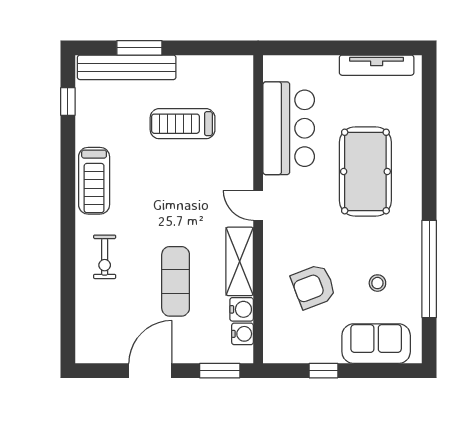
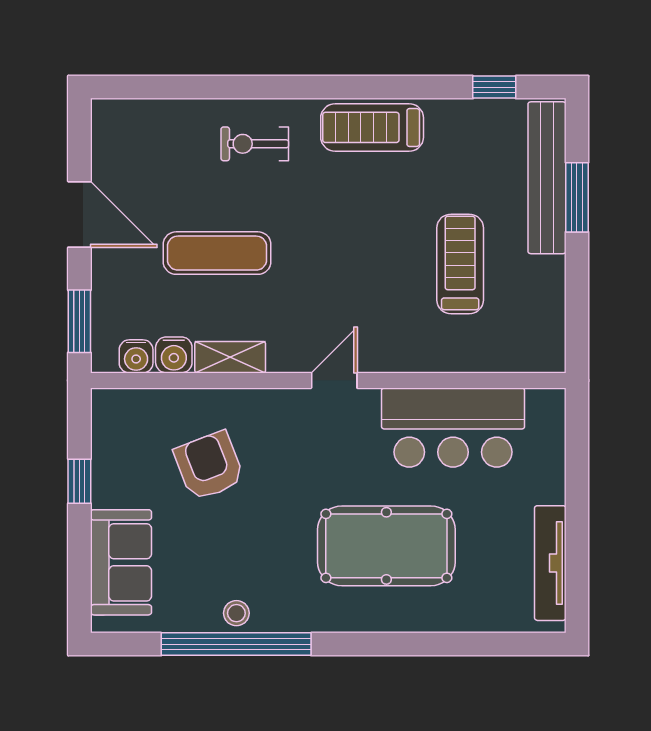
shelving: (240, 261) -> (230, 357), width x0.67, depth x0.75
stool: (377, 283) -> (236, 613), moved

